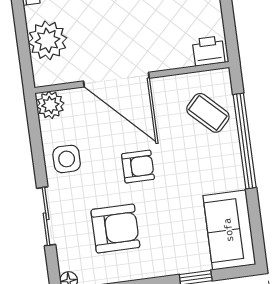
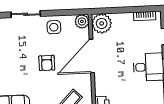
plant: (48, 40) -> (102, 23), moved
armchair: (115, 229) -> (16, 49), removed

